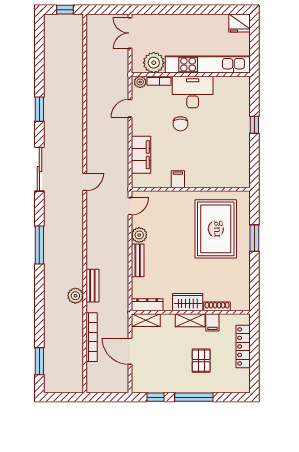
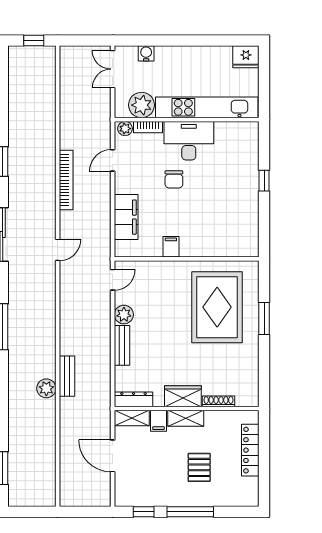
water cooler: (157, 20) -> (146, 53), added
filing cabinet: (212, 322) -> (158, 421), moved
bookcase: (92, 337) -> (66, 180), moved

